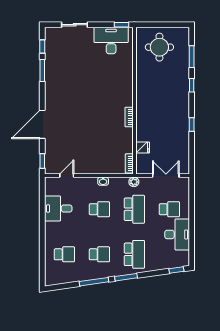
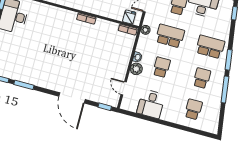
fridge: (143, 148) -> (129, 17), moved
plant: (91, 183) -> (136, 69), added

